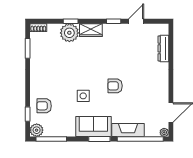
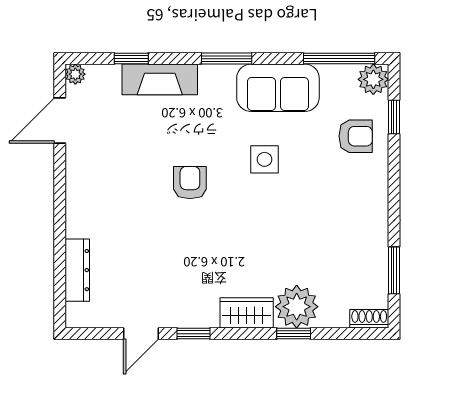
armchair: (115, 86) -> (190, 183), turned -90
sofa: (93, 127) -> (278, 88), moved
window: (140, 139) -> (131, 59), width x0.32

